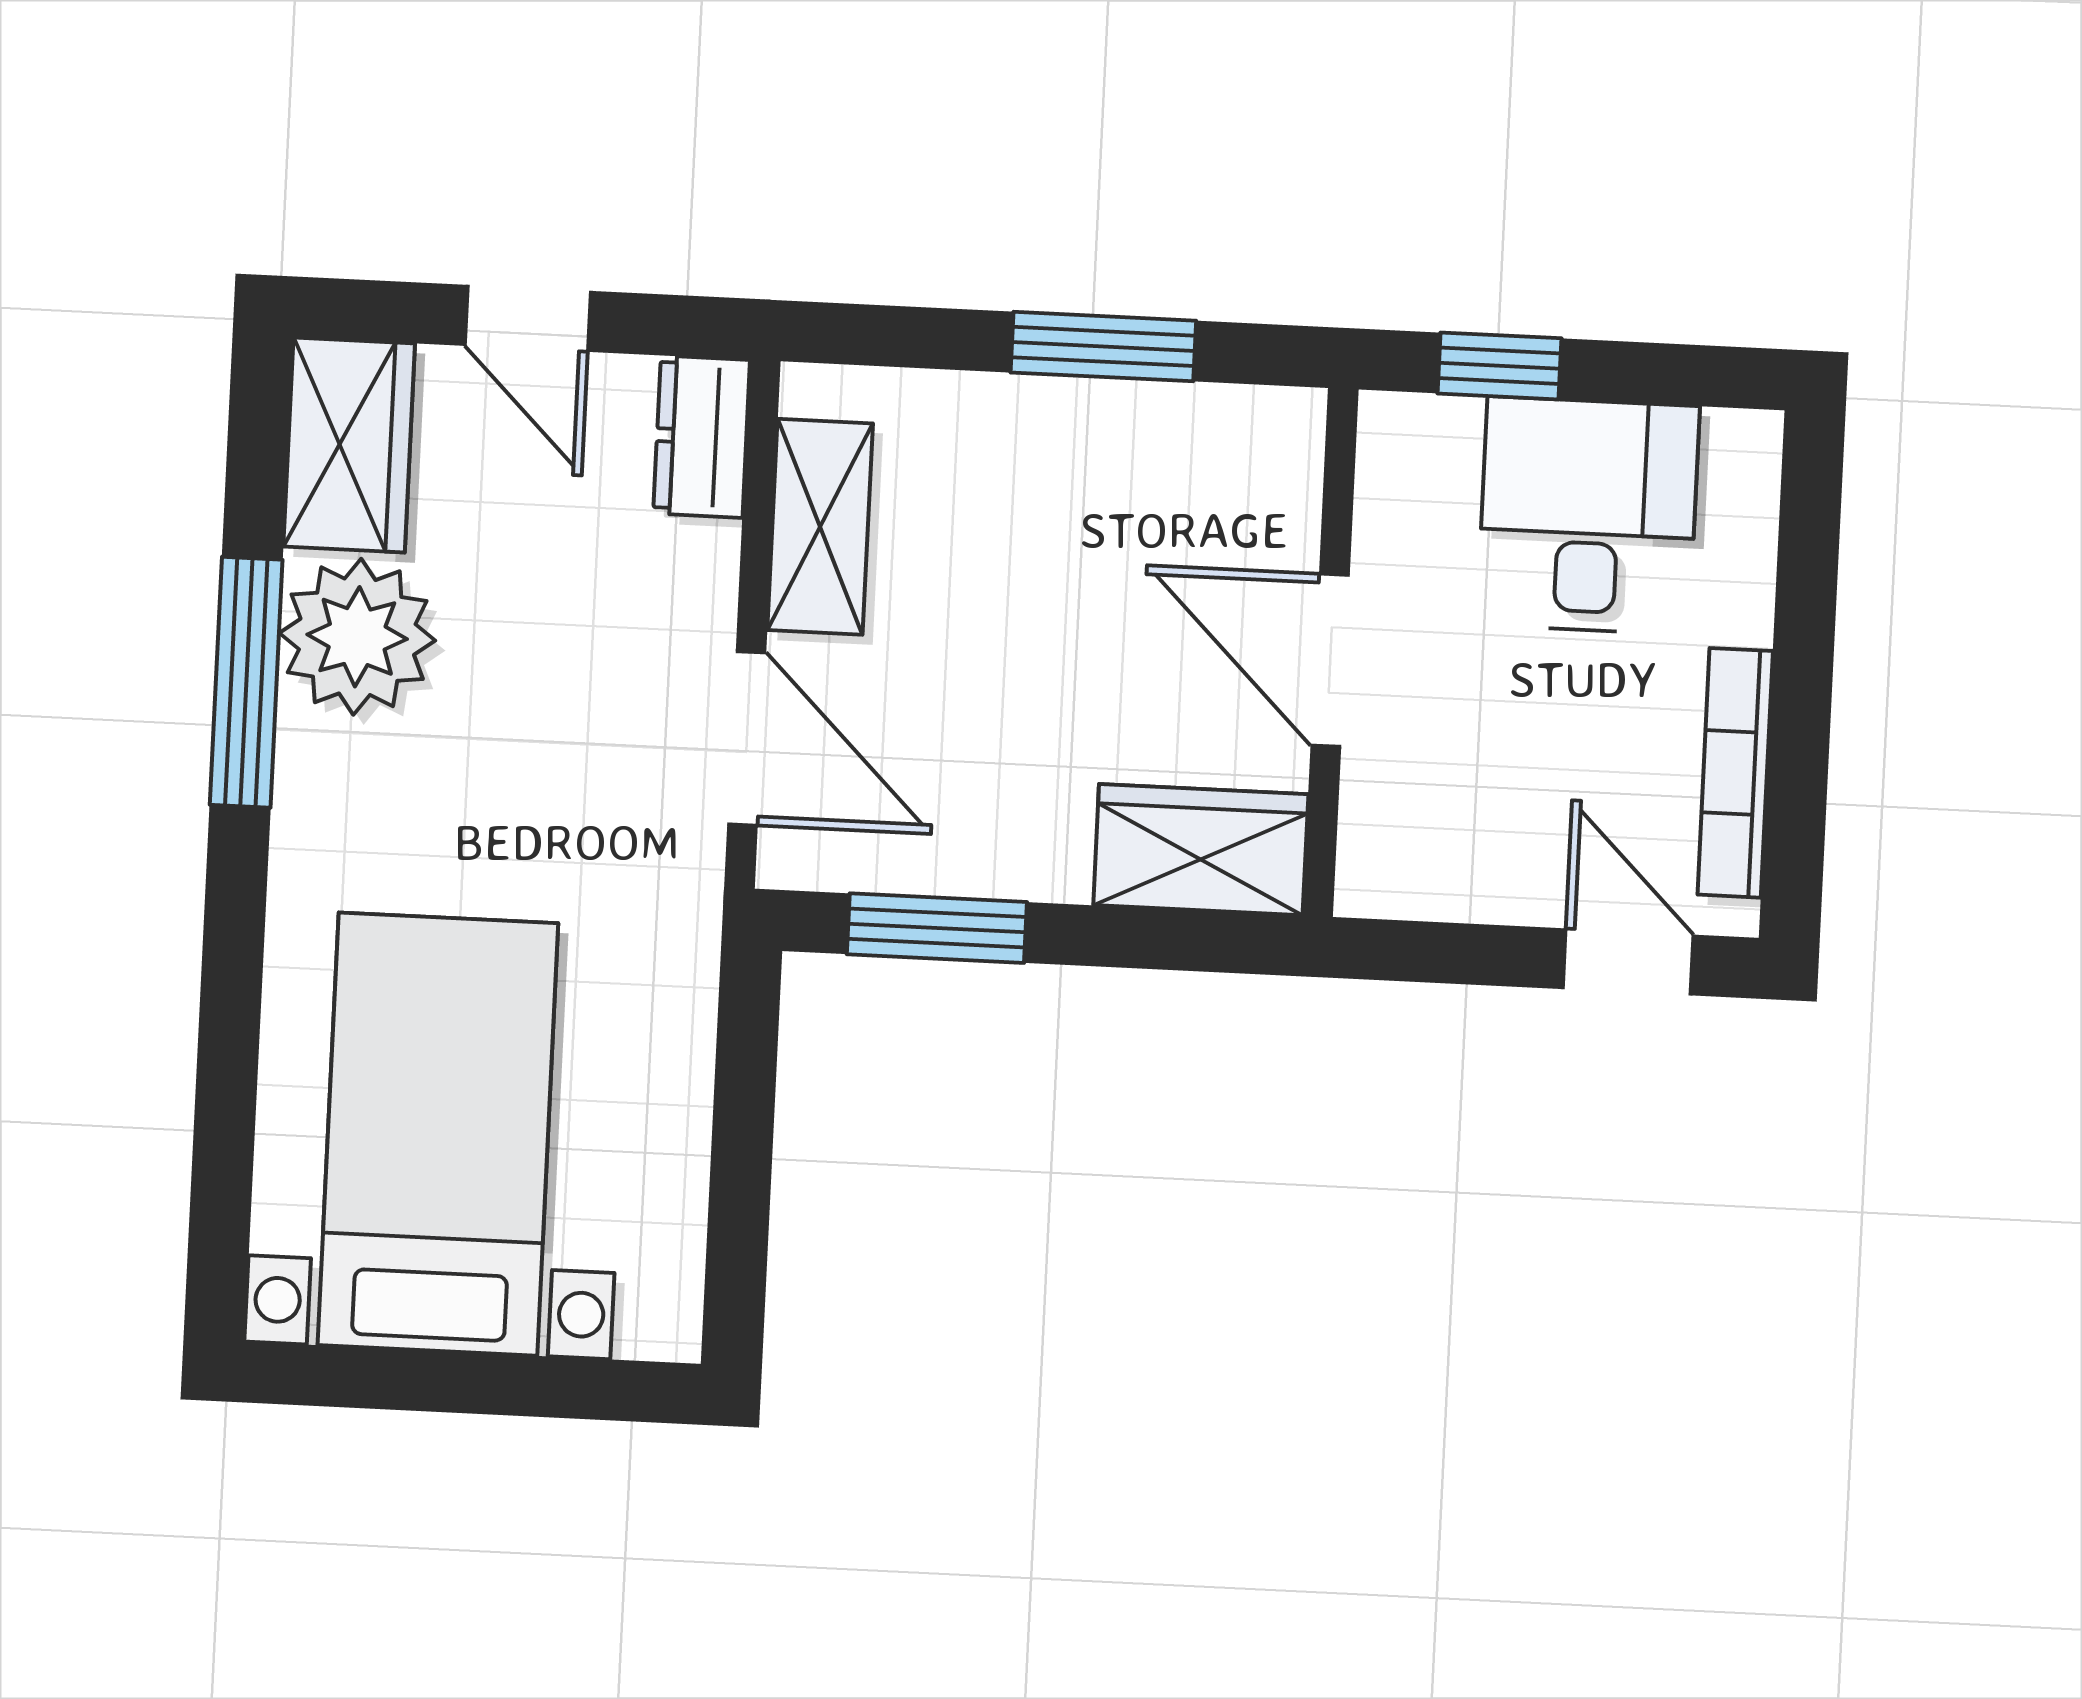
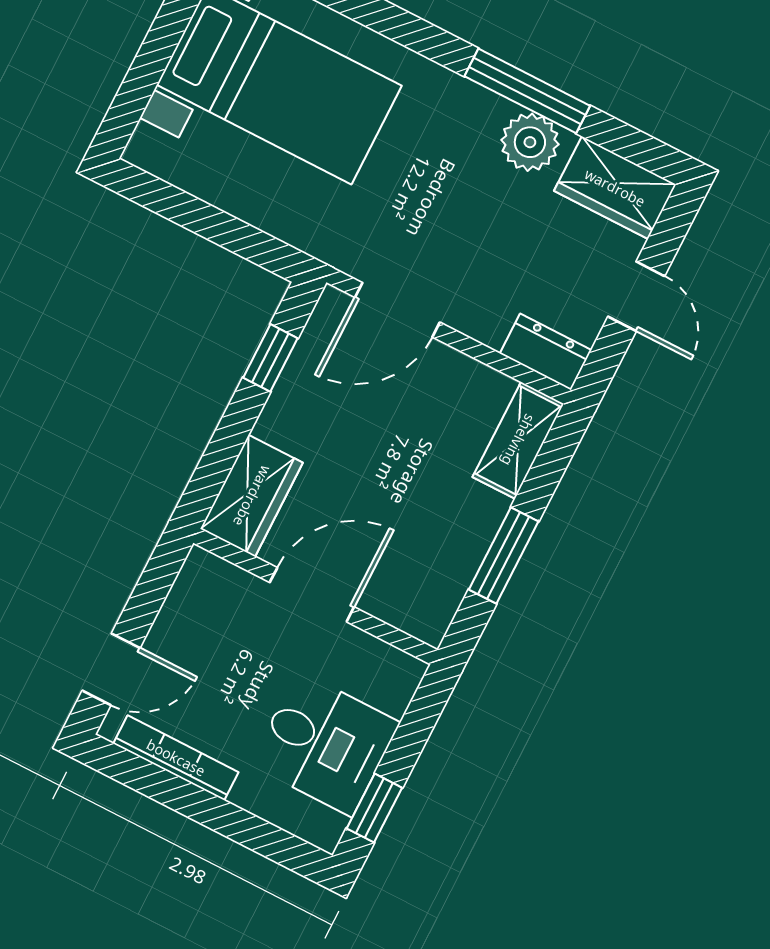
door: (528, 318) -> (636, 296), swing flipped
window: (1499, 366) -> (374, 808), moved
shelving: (820, 527) -> (518, 440), moved, turned 90
plant: (357, 637) -> (530, 142), width x0.73, depth x0.73
window: (937, 928) -> (270, 358), width x0.67

